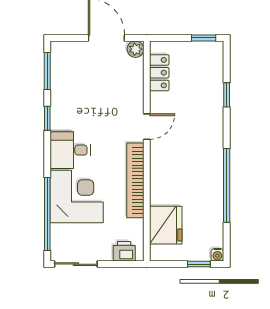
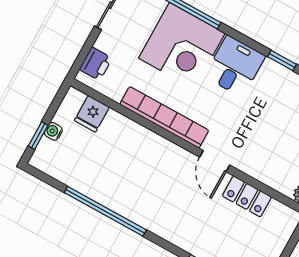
locker: (159, 73) -> (247, 196), moved
fridge: (166, 225) -> (92, 114), width x0.53, depth x0.75
water cooler: (217, 255) -> (53, 131), moved

